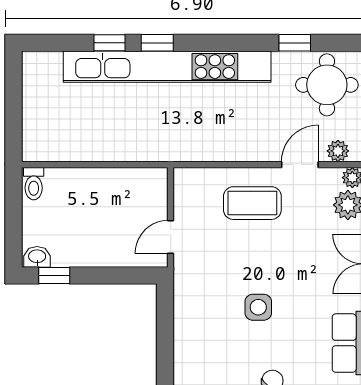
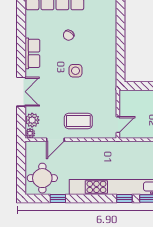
plant: (338, 151) -> (37, 146), removed
door: (171, 237) -> (118, 125), moved

